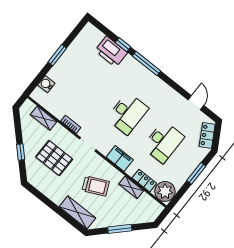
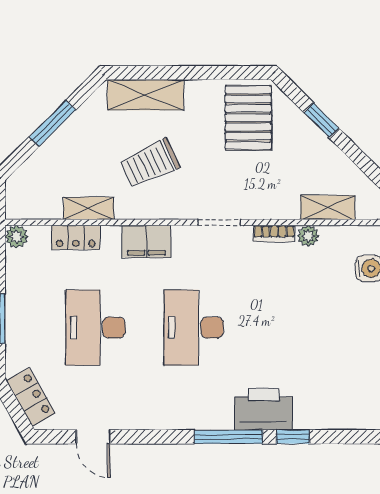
printer: (111, 52) -> (263, 409), moved
plant: (59, 114) -> (308, 236), added
pallet: (54, 158) -> (248, 118), moved, turned 90
plant: (165, 191) -> (16, 237), width x0.53, depth x0.53

